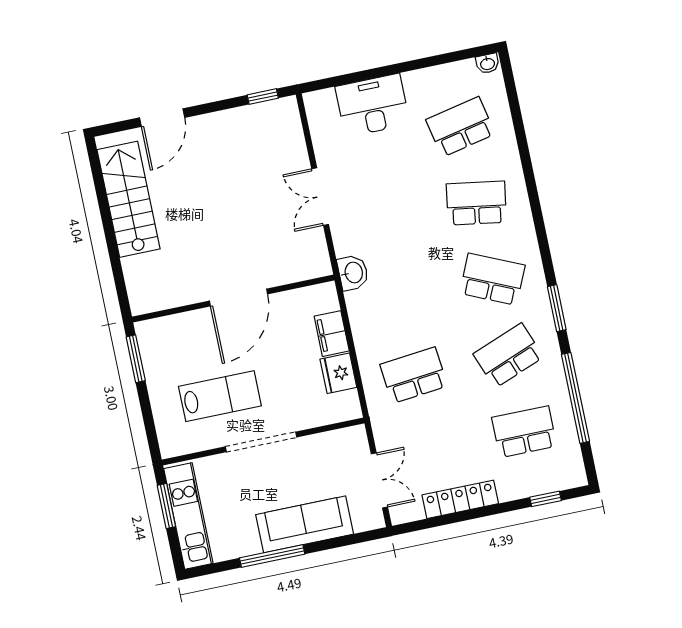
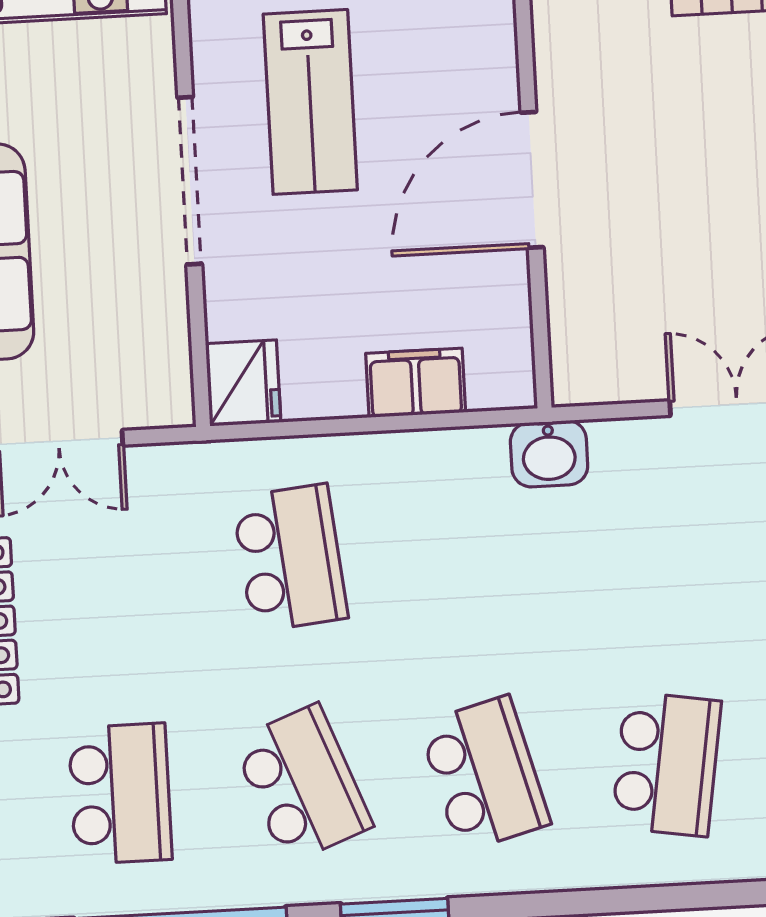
school desk: (492, 279) -> (484, 774), turned -39
door: (239, 298) -> (532, 180), hinge flipped
fridge: (338, 373) -> (243, 383), moved, turned 90

